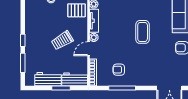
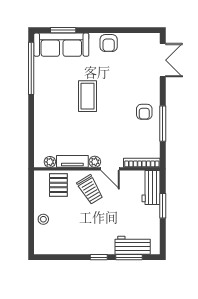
coffee table: (143, 32) -> (87, 96), turned 90
trolley: (62, 40) -> (90, 190), moved
armchair: (119, 70) -> (144, 112), moved
workbench: (48, 79) -> (133, 245), moved, turned 90

